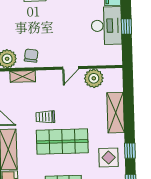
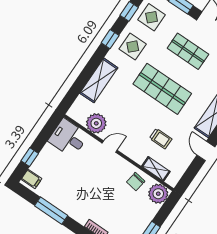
desk: (106, 26) -> (68, 138), moved, width x0.73
window: (126, 26) -> (30, 157), moved
trolley: (45, 117) -> (161, 139), moved

